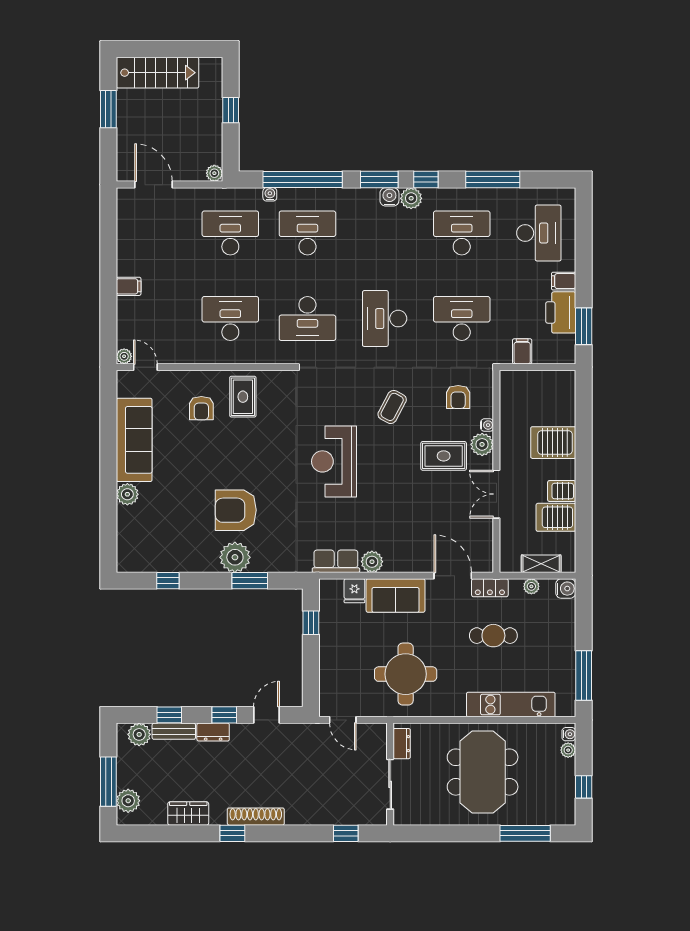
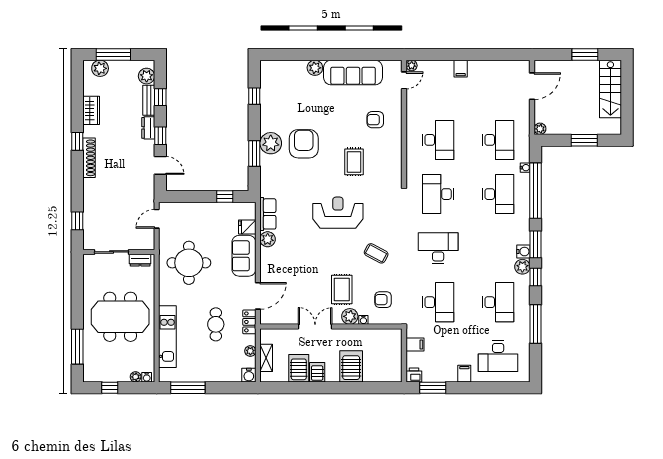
window: (231, 110) -> (584, 140), width x1.50
printer: (561, 312) -> (414, 375), moved, width x0.53, depth x0.68
rug: (243, 397) -> (354, 162), moved, turned 90

